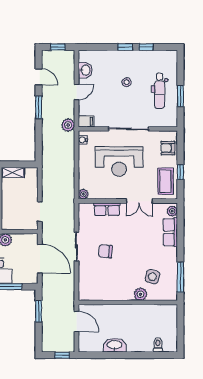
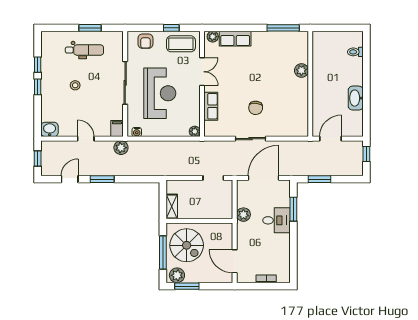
washbasin: (85, 70) -> (50, 129), moved
side table: (152, 277) -> (283, 58), removed

